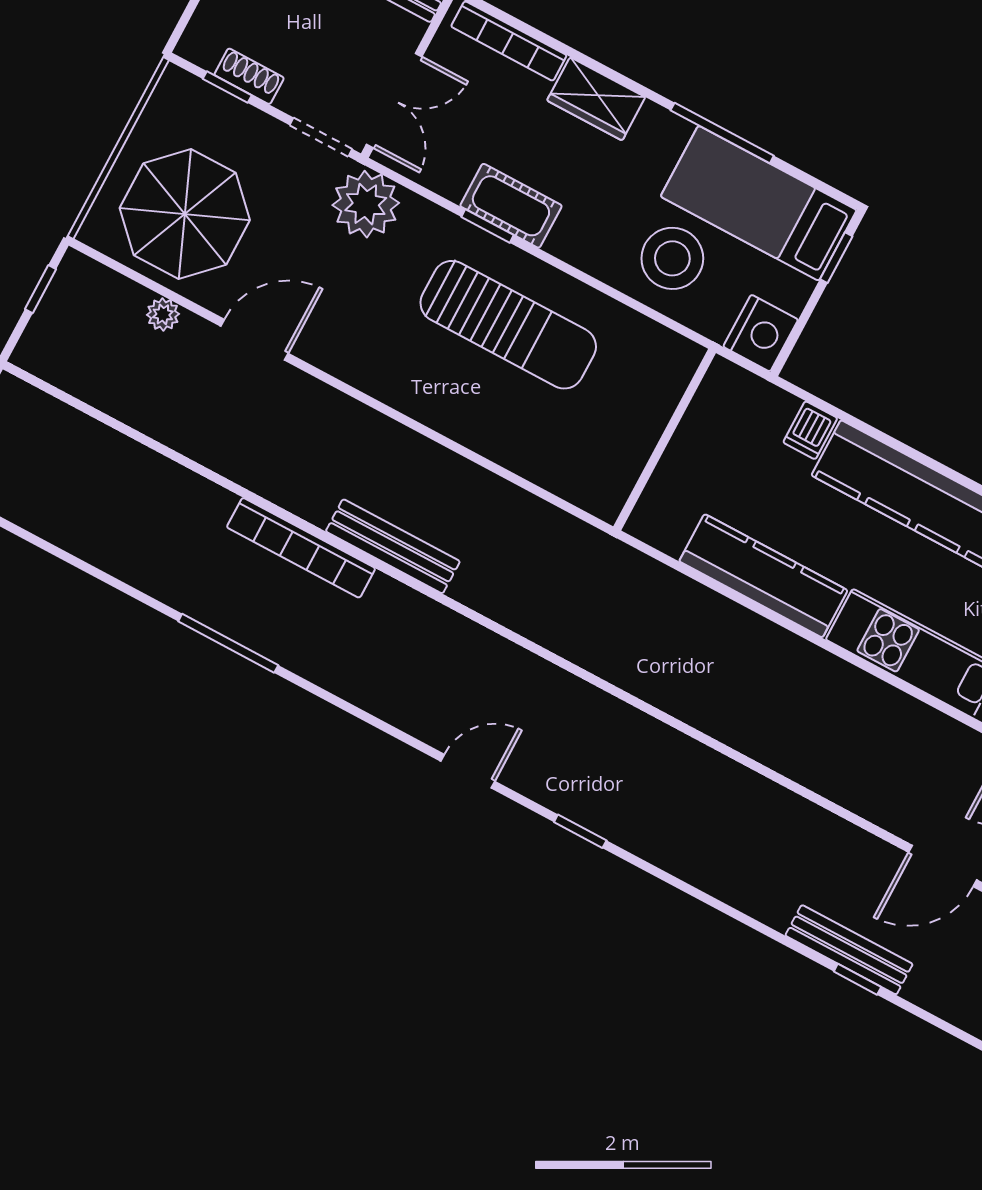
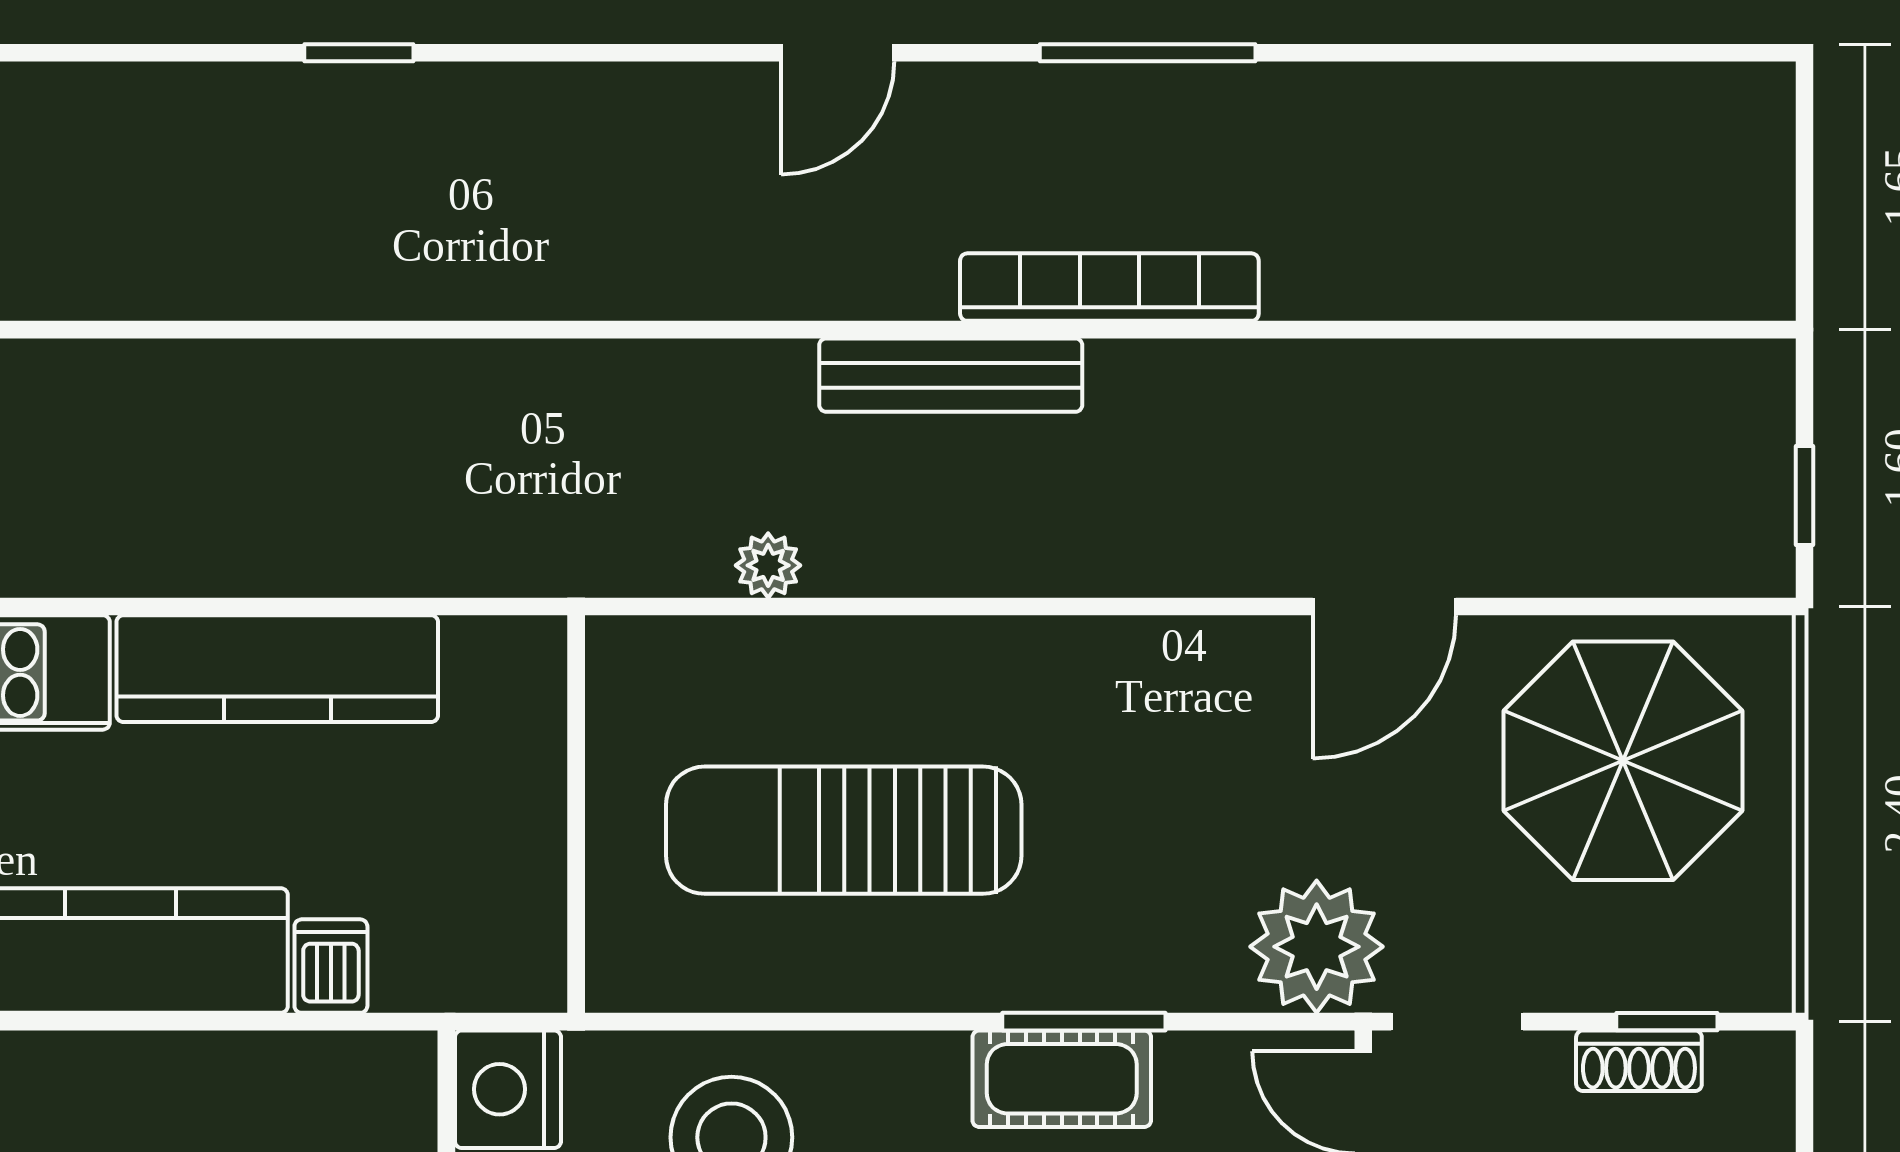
window: (487, 226) -> (1084, 1022), width x1.50
plant: (163, 314) -> (768, 565), moved
sun lounger: (508, 325) -> (844, 830), moved
door: (468, 771) -> (838, 53), moved

